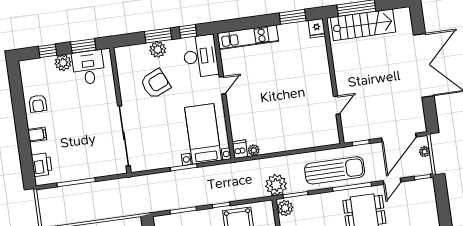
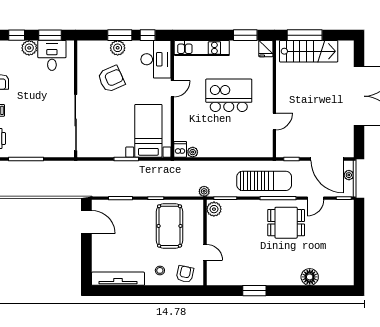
kitchen island: (284, 84) -> (229, 95), added
door: (399, 138) -> (327, 159), hinge flipped
plant: (276, 185) -> (204, 191), width x0.53, depth x0.53

